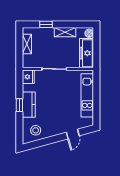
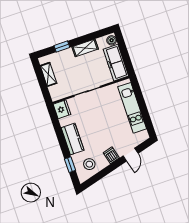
window: (19, 105) -> (70, 165), moved
dishwasher: (56, 129) -> (111, 155), added

